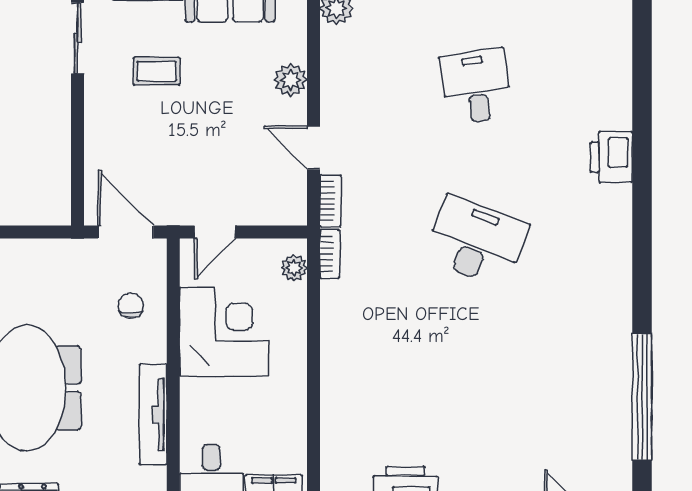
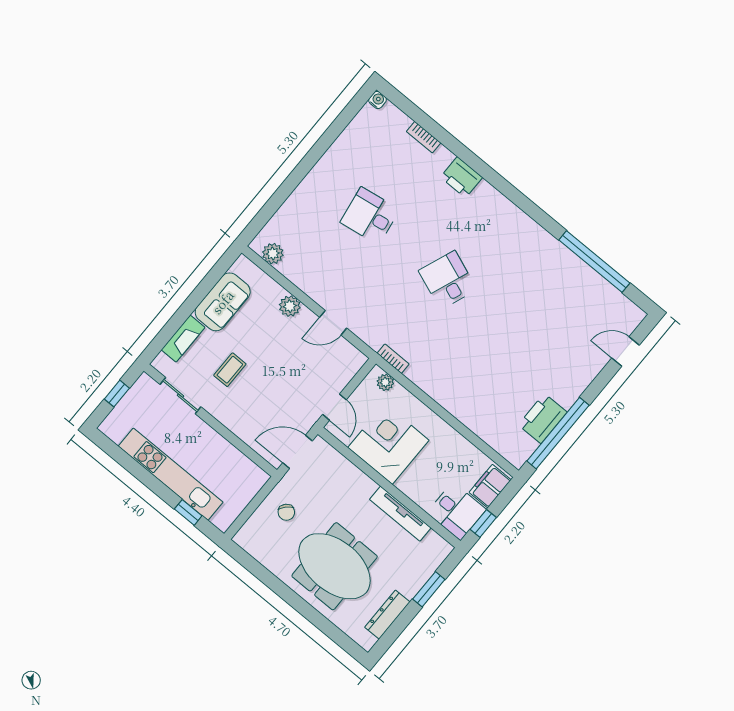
bookcase: (330, 201) -> (424, 137), moved, turned 180
desk: (476, 241) -> (448, 280), width x0.73
chair: (131, 306) -> (286, 512), moved, turned -136

